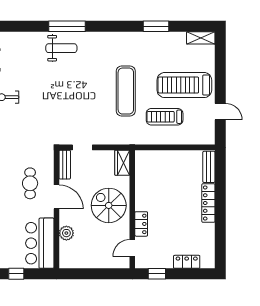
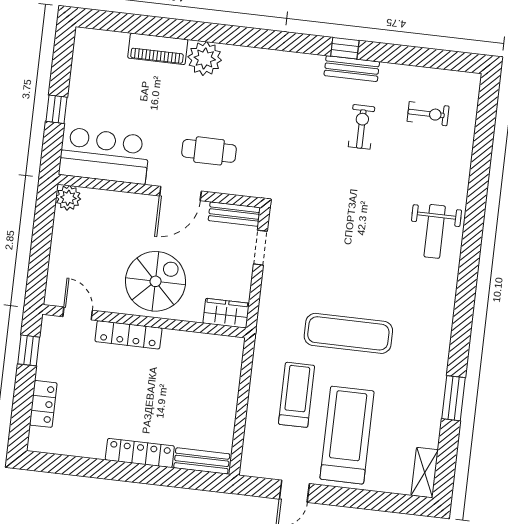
window: (67, 26) -> (471, 246), removed
locker: (141, 224) -> (128, 335), width x1.53
plant: (66, 233) -> (68, 198), moved

